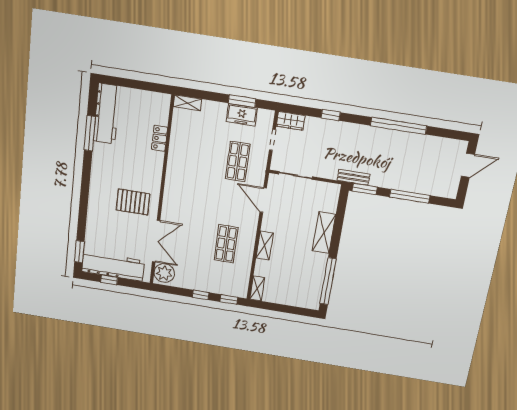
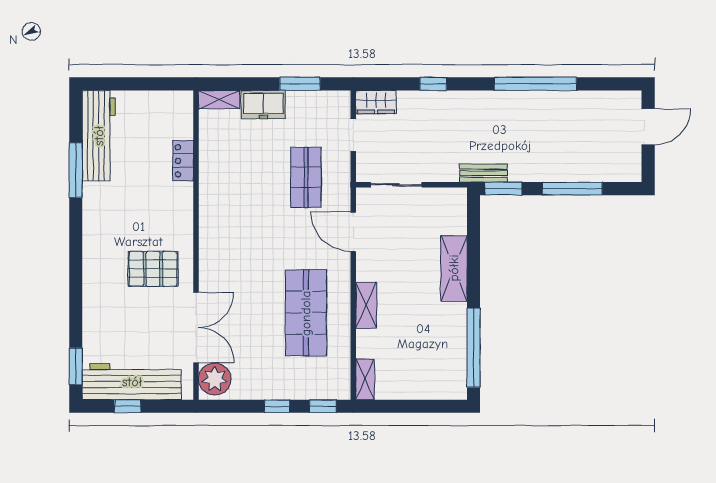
freezer: (242, 115) -> (263, 105), moved
shop shelf: (226, 244) -> (306, 313), width x1.43, depth x1.36

